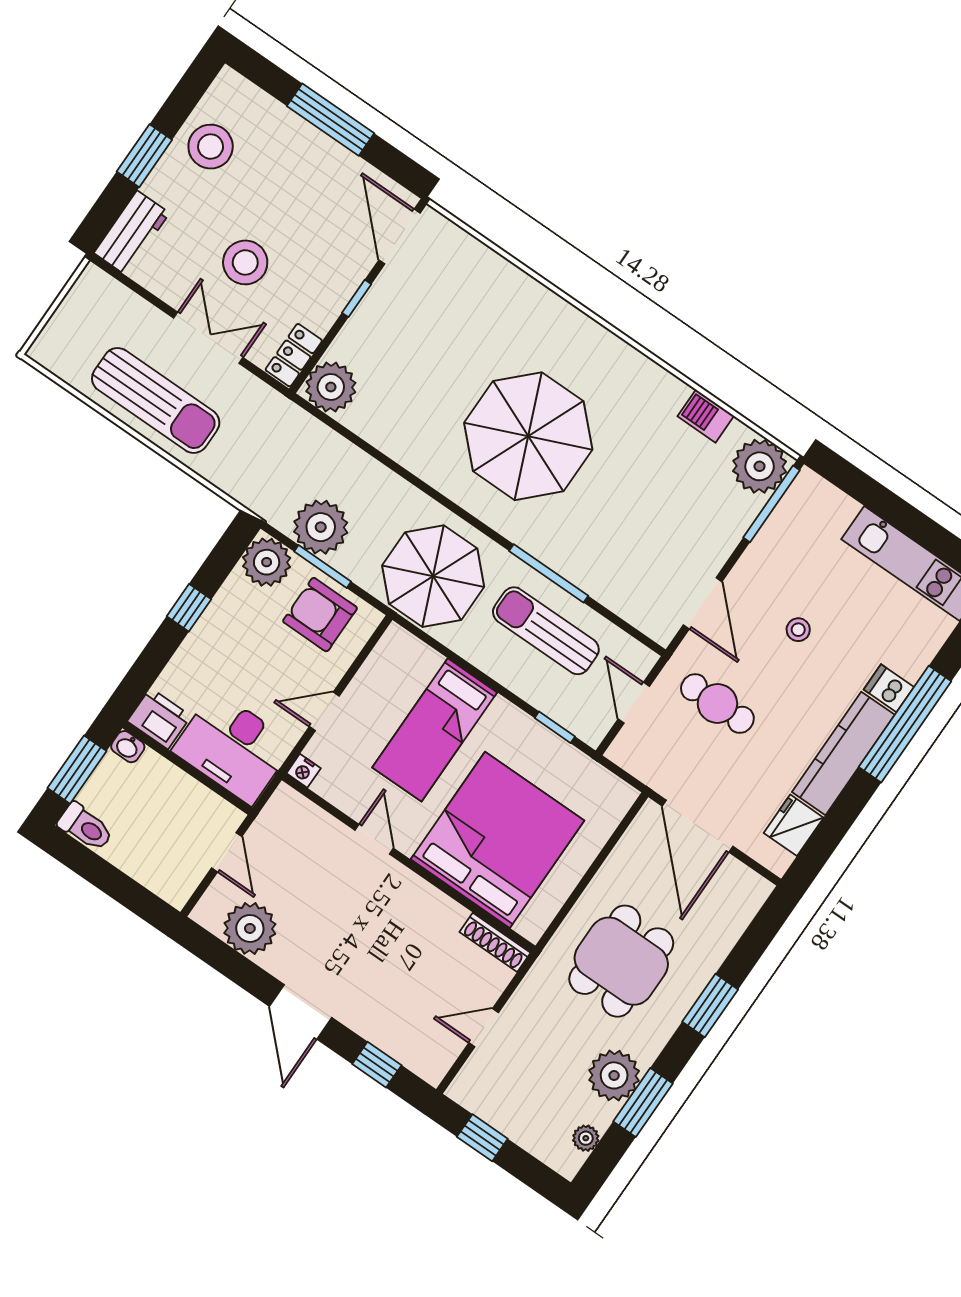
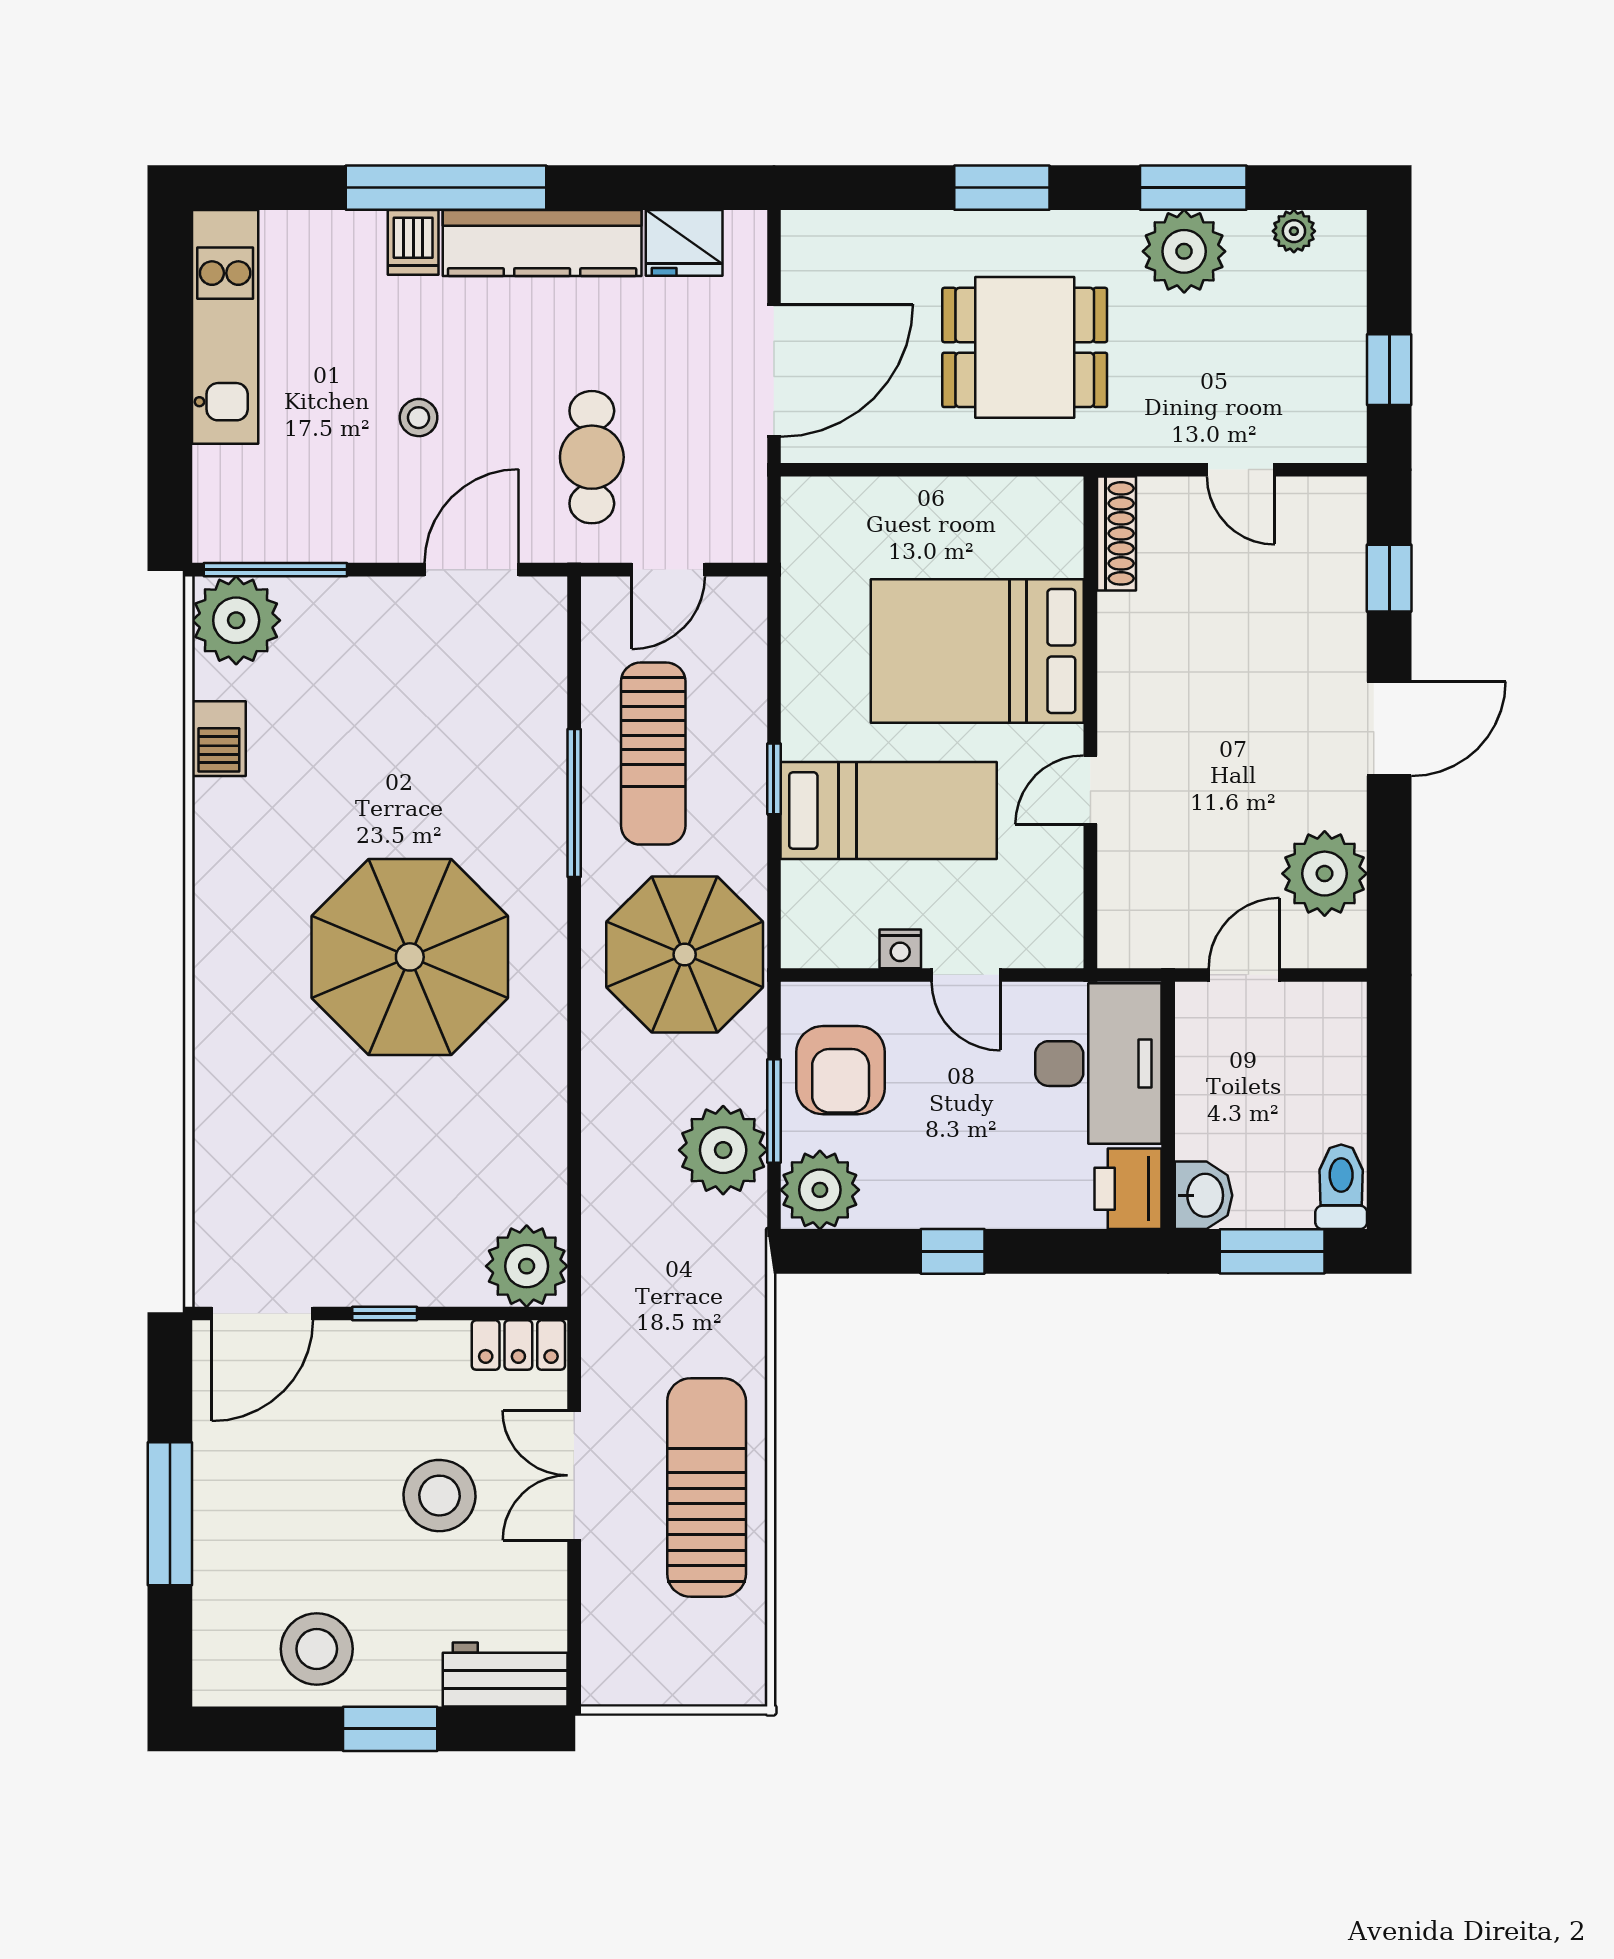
window: (555, 727) -> (774, 779), moved
washbasin: (128, 747) -> (1203, 1195), width x1.38, depth x1.45
nightstand: (304, 771) -> (900, 949), moved, turned 90
bed: (497, 840) -> (977, 651), width x0.73

